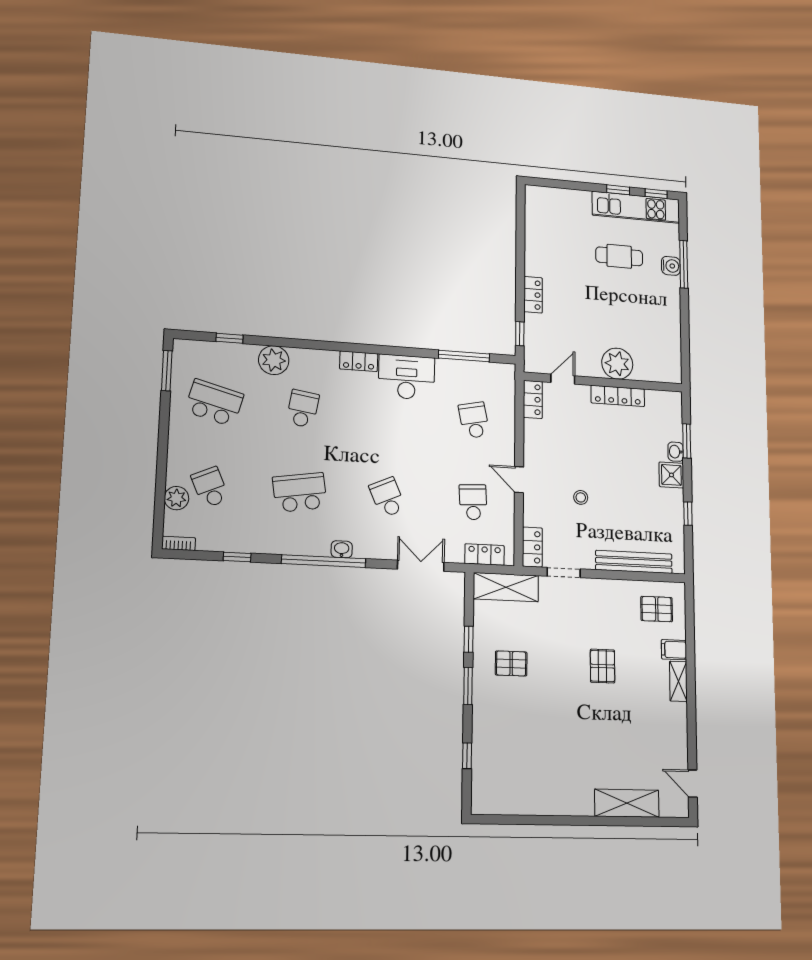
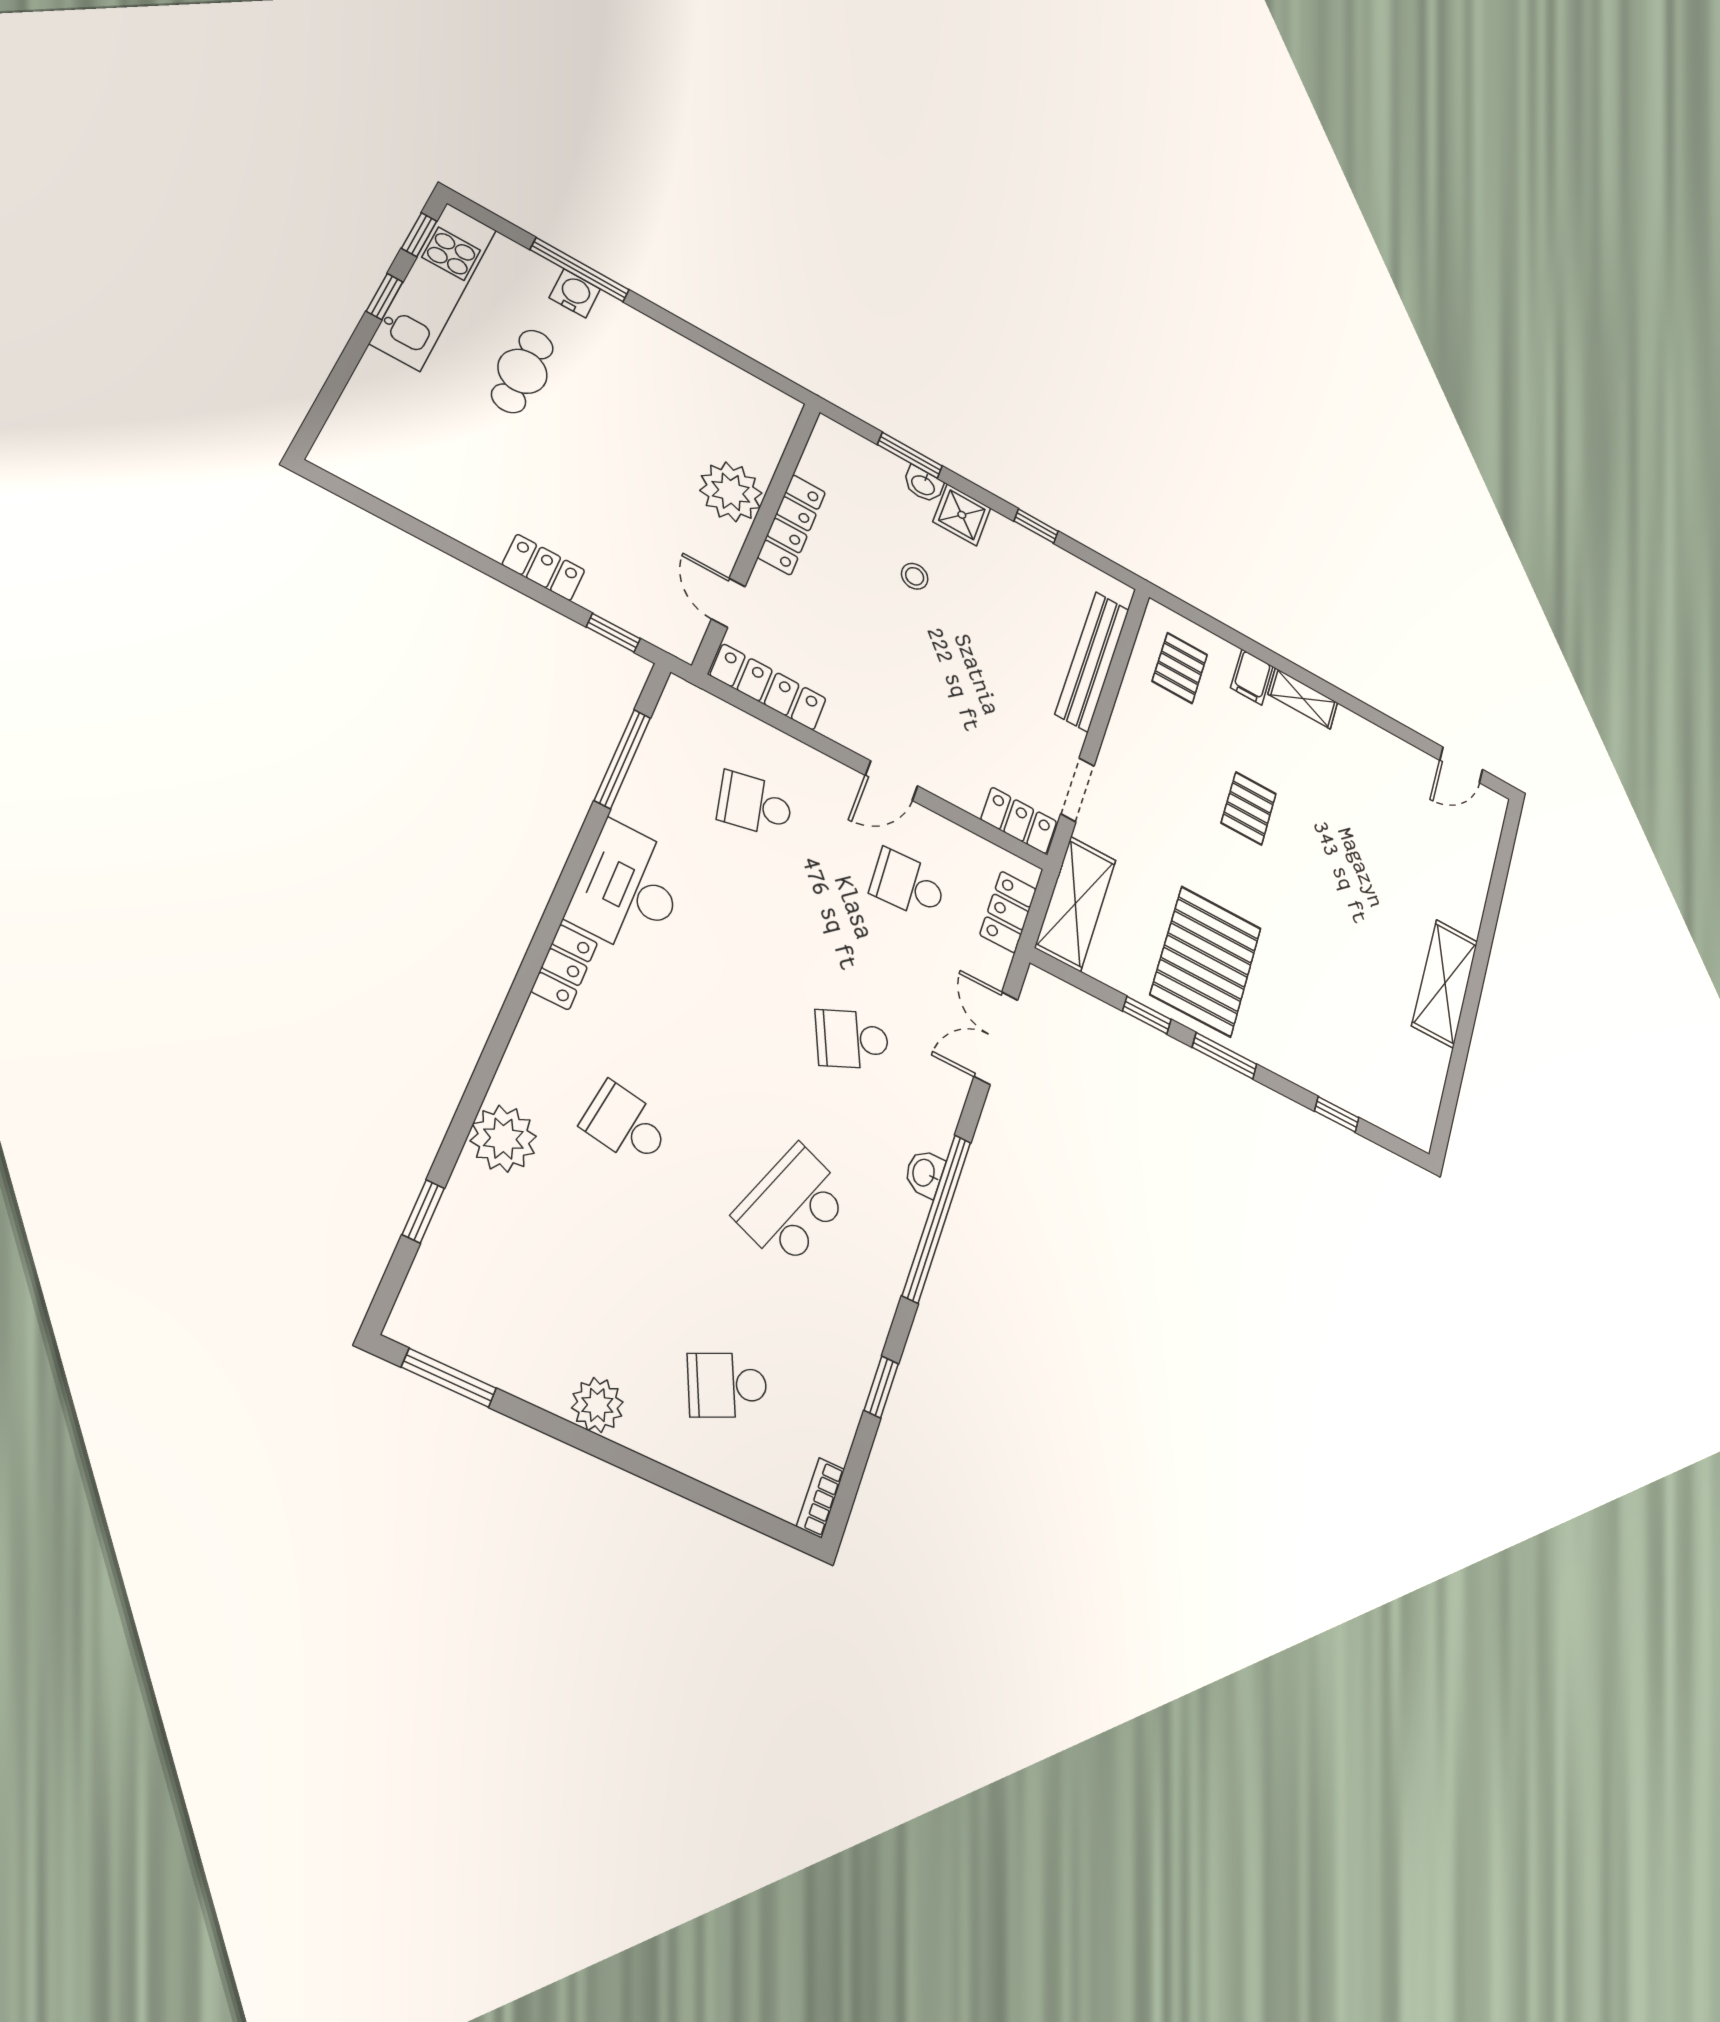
locker: (533, 399) -> (768, 687), width x1.53
school desk: (214, 403) -> (553, 1303), removed
school desk: (300, 492) -> (792, 1206), turned 30
stool: (581, 497) -> (915, 576), moved
plant: (176, 498) -> (597, 1405), moved
pallet: (511, 663) -> (1206, 961), width x2.05, depth x2.00
pallet: (603, 666) -> (1249, 808), turned 90
shelving: (627, 803) -> (1445, 983), moved

